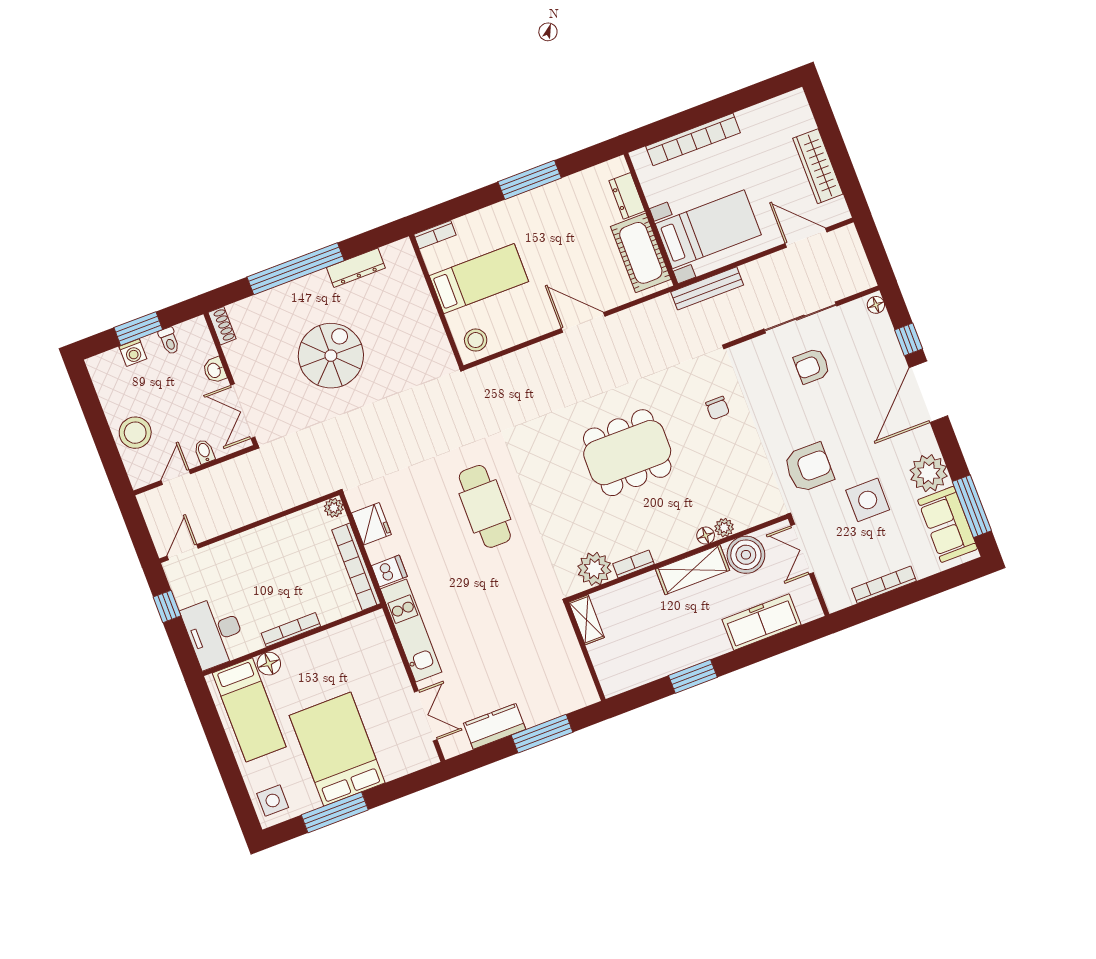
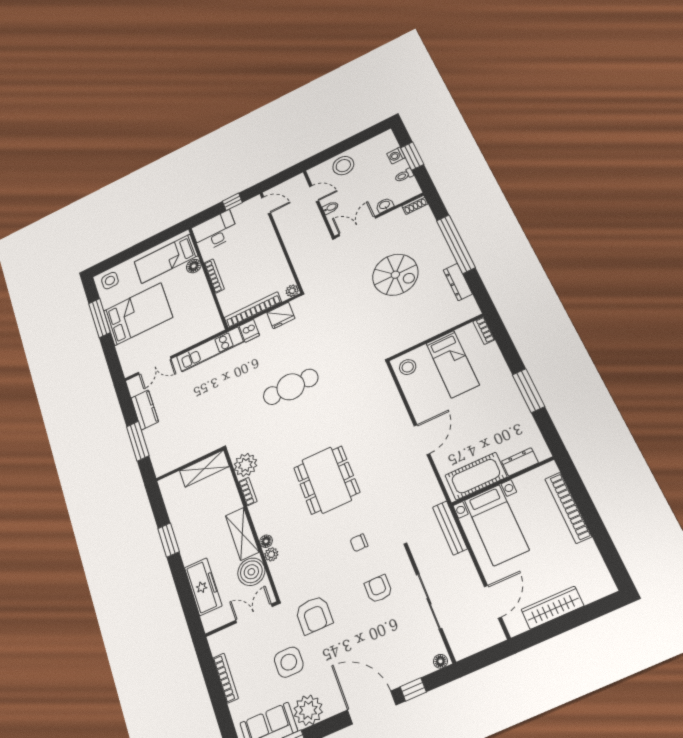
armchair: (812, 366) -> (378, 589), moved
shelving: (587, 620) -> (204, 469), width x1.50, depth x1.33

